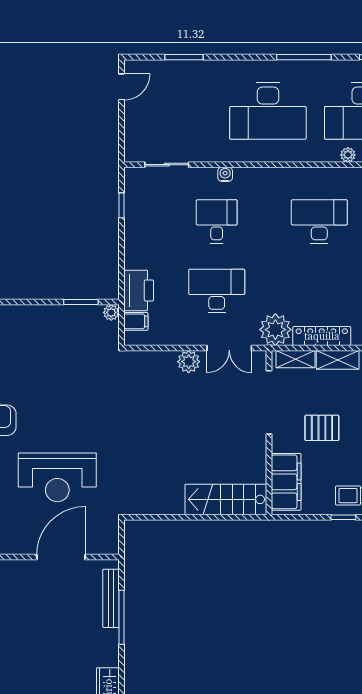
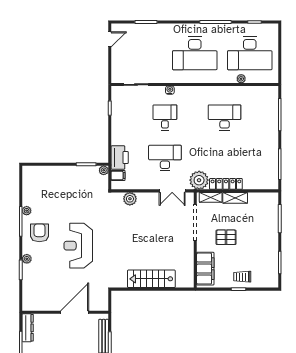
plant: (189, 362) -> (130, 199), moved
reception desk: (57, 477) -> (78, 246), moved, turned 90
stairs: (226, 499) -> (151, 279), moved

